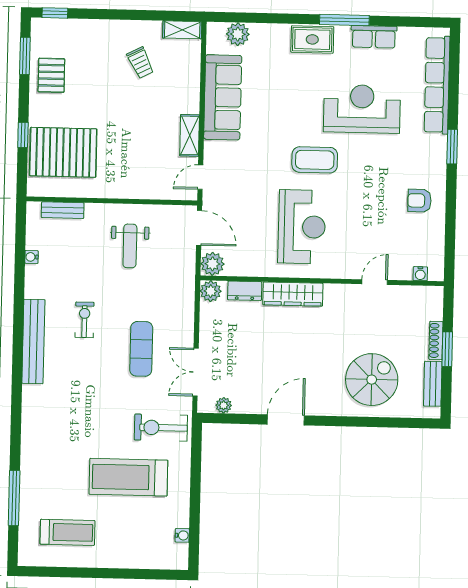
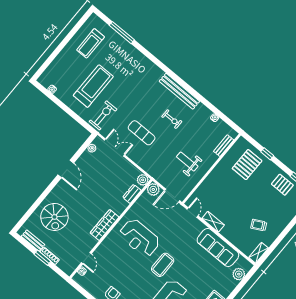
pallet: (63, 152) -> (247, 165), width x0.73, depth x0.71
door: (375, 282) -> (86, 258), moved
wardrobe: (293, 294) -> (104, 225), moved

